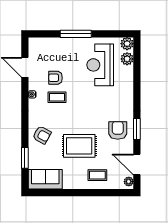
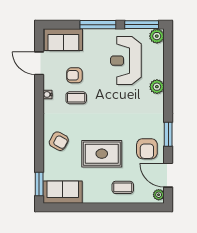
window: (114, 34) -> (142, 25), added
sofa: (46, 47) -> (63, 40), added
plant: (127, 59) -> (157, 87), moved
armchair: (118, 130) -> (147, 149), moved, turned 180
window: (25, 158) -> (39, 184), moved

